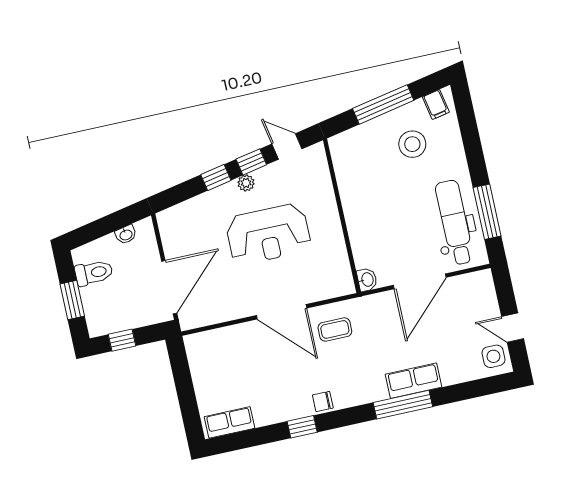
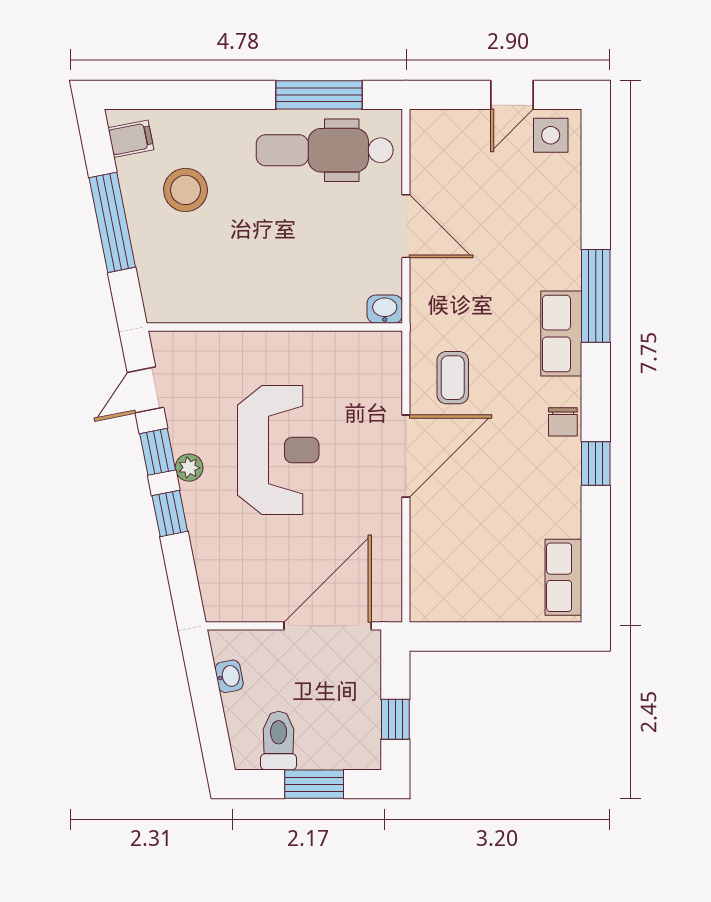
door: (420, 281) -> (406, 226), width x0.73
door: (169, 287) -> (328, 626), hinge flipped
row of seats: (414, 381) -> (561, 334), moved

